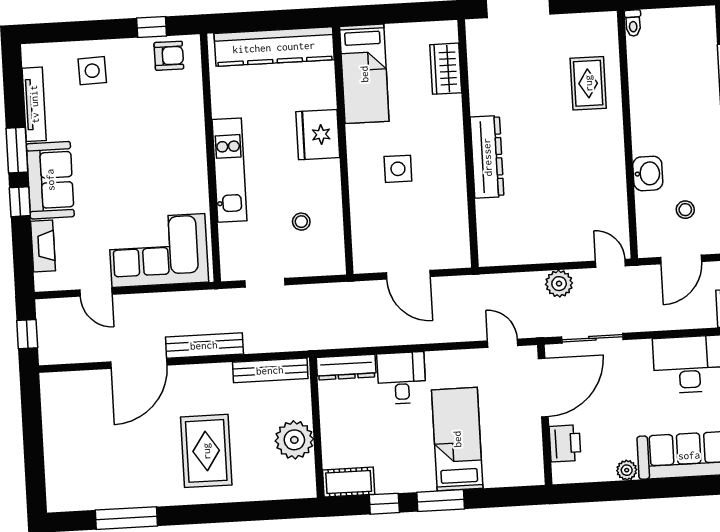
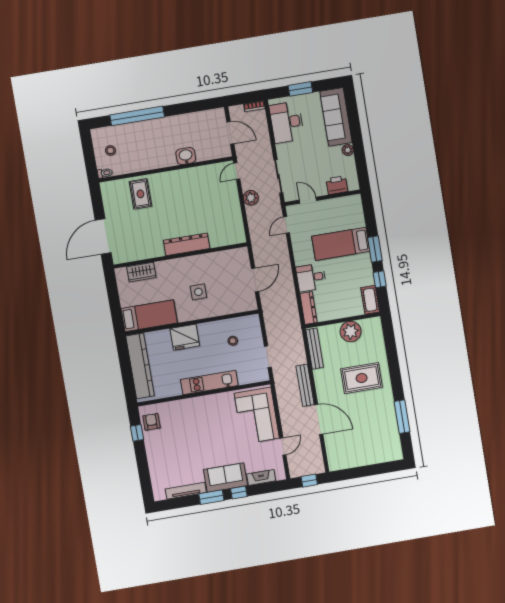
side table: (92, 71) -> (164, 462), removed
rug: (588, 83) -> (140, 194), turned 90
stool: (685, 210) -> (110, 150), moved
door: (543, 388) -> (308, 200), width x0.53

